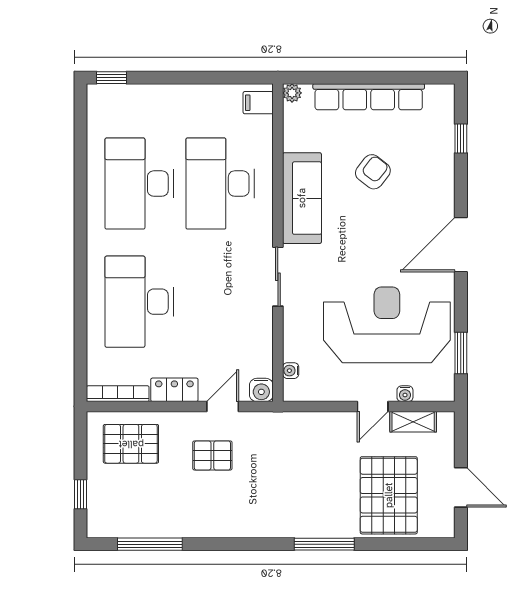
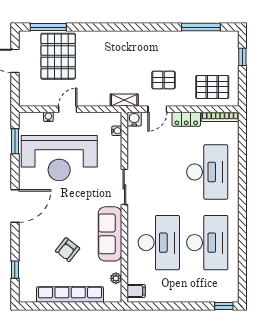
plant: (292, 93) -> (116, 278), moved
shelving: (413, 422) -> (124, 100), moved
window: (324, 544) -> (48, 27), moved

